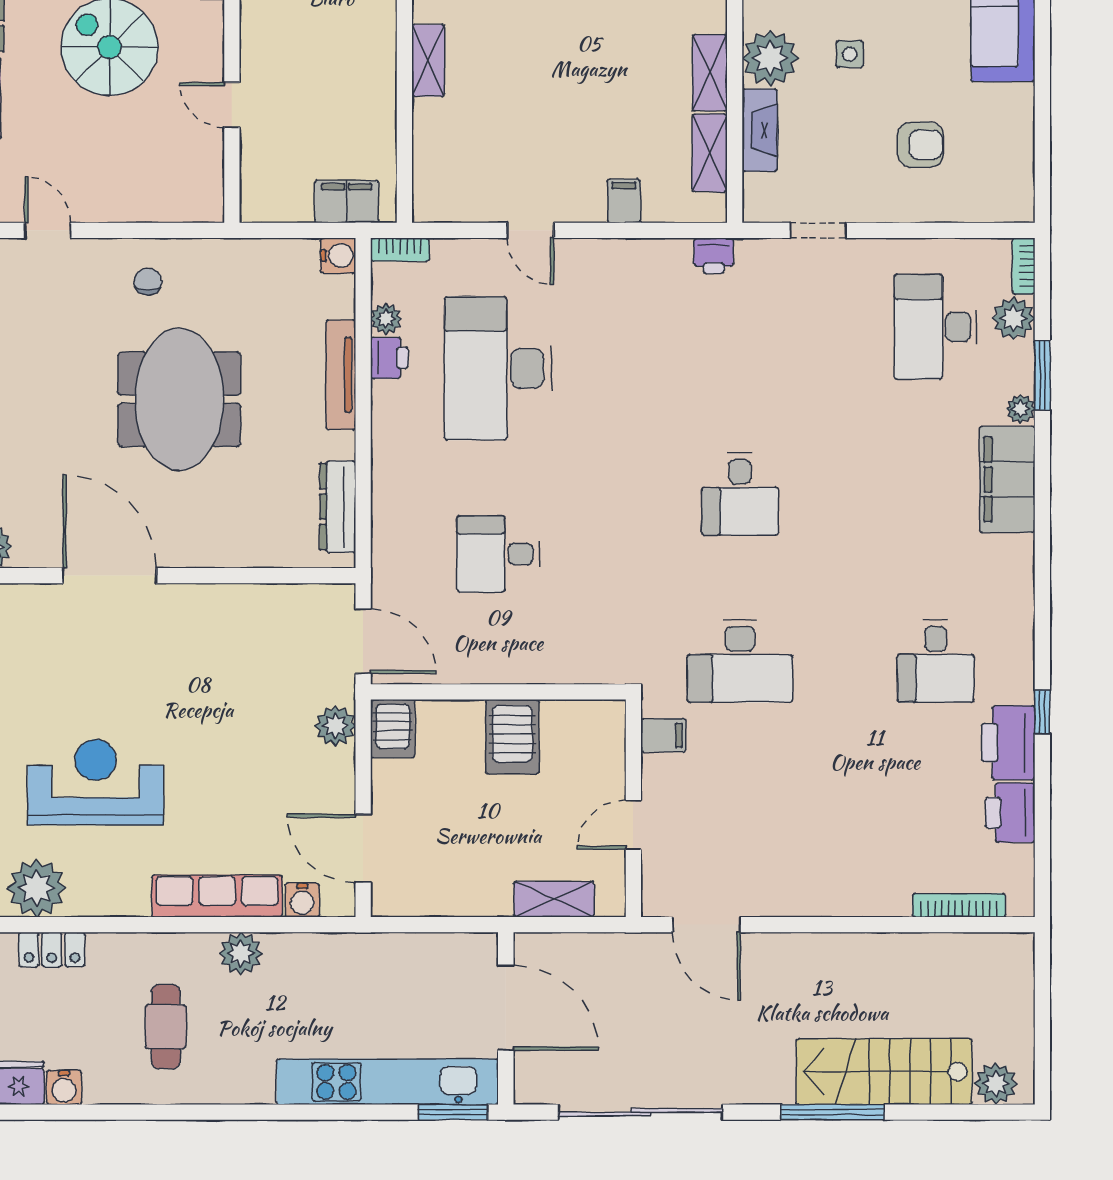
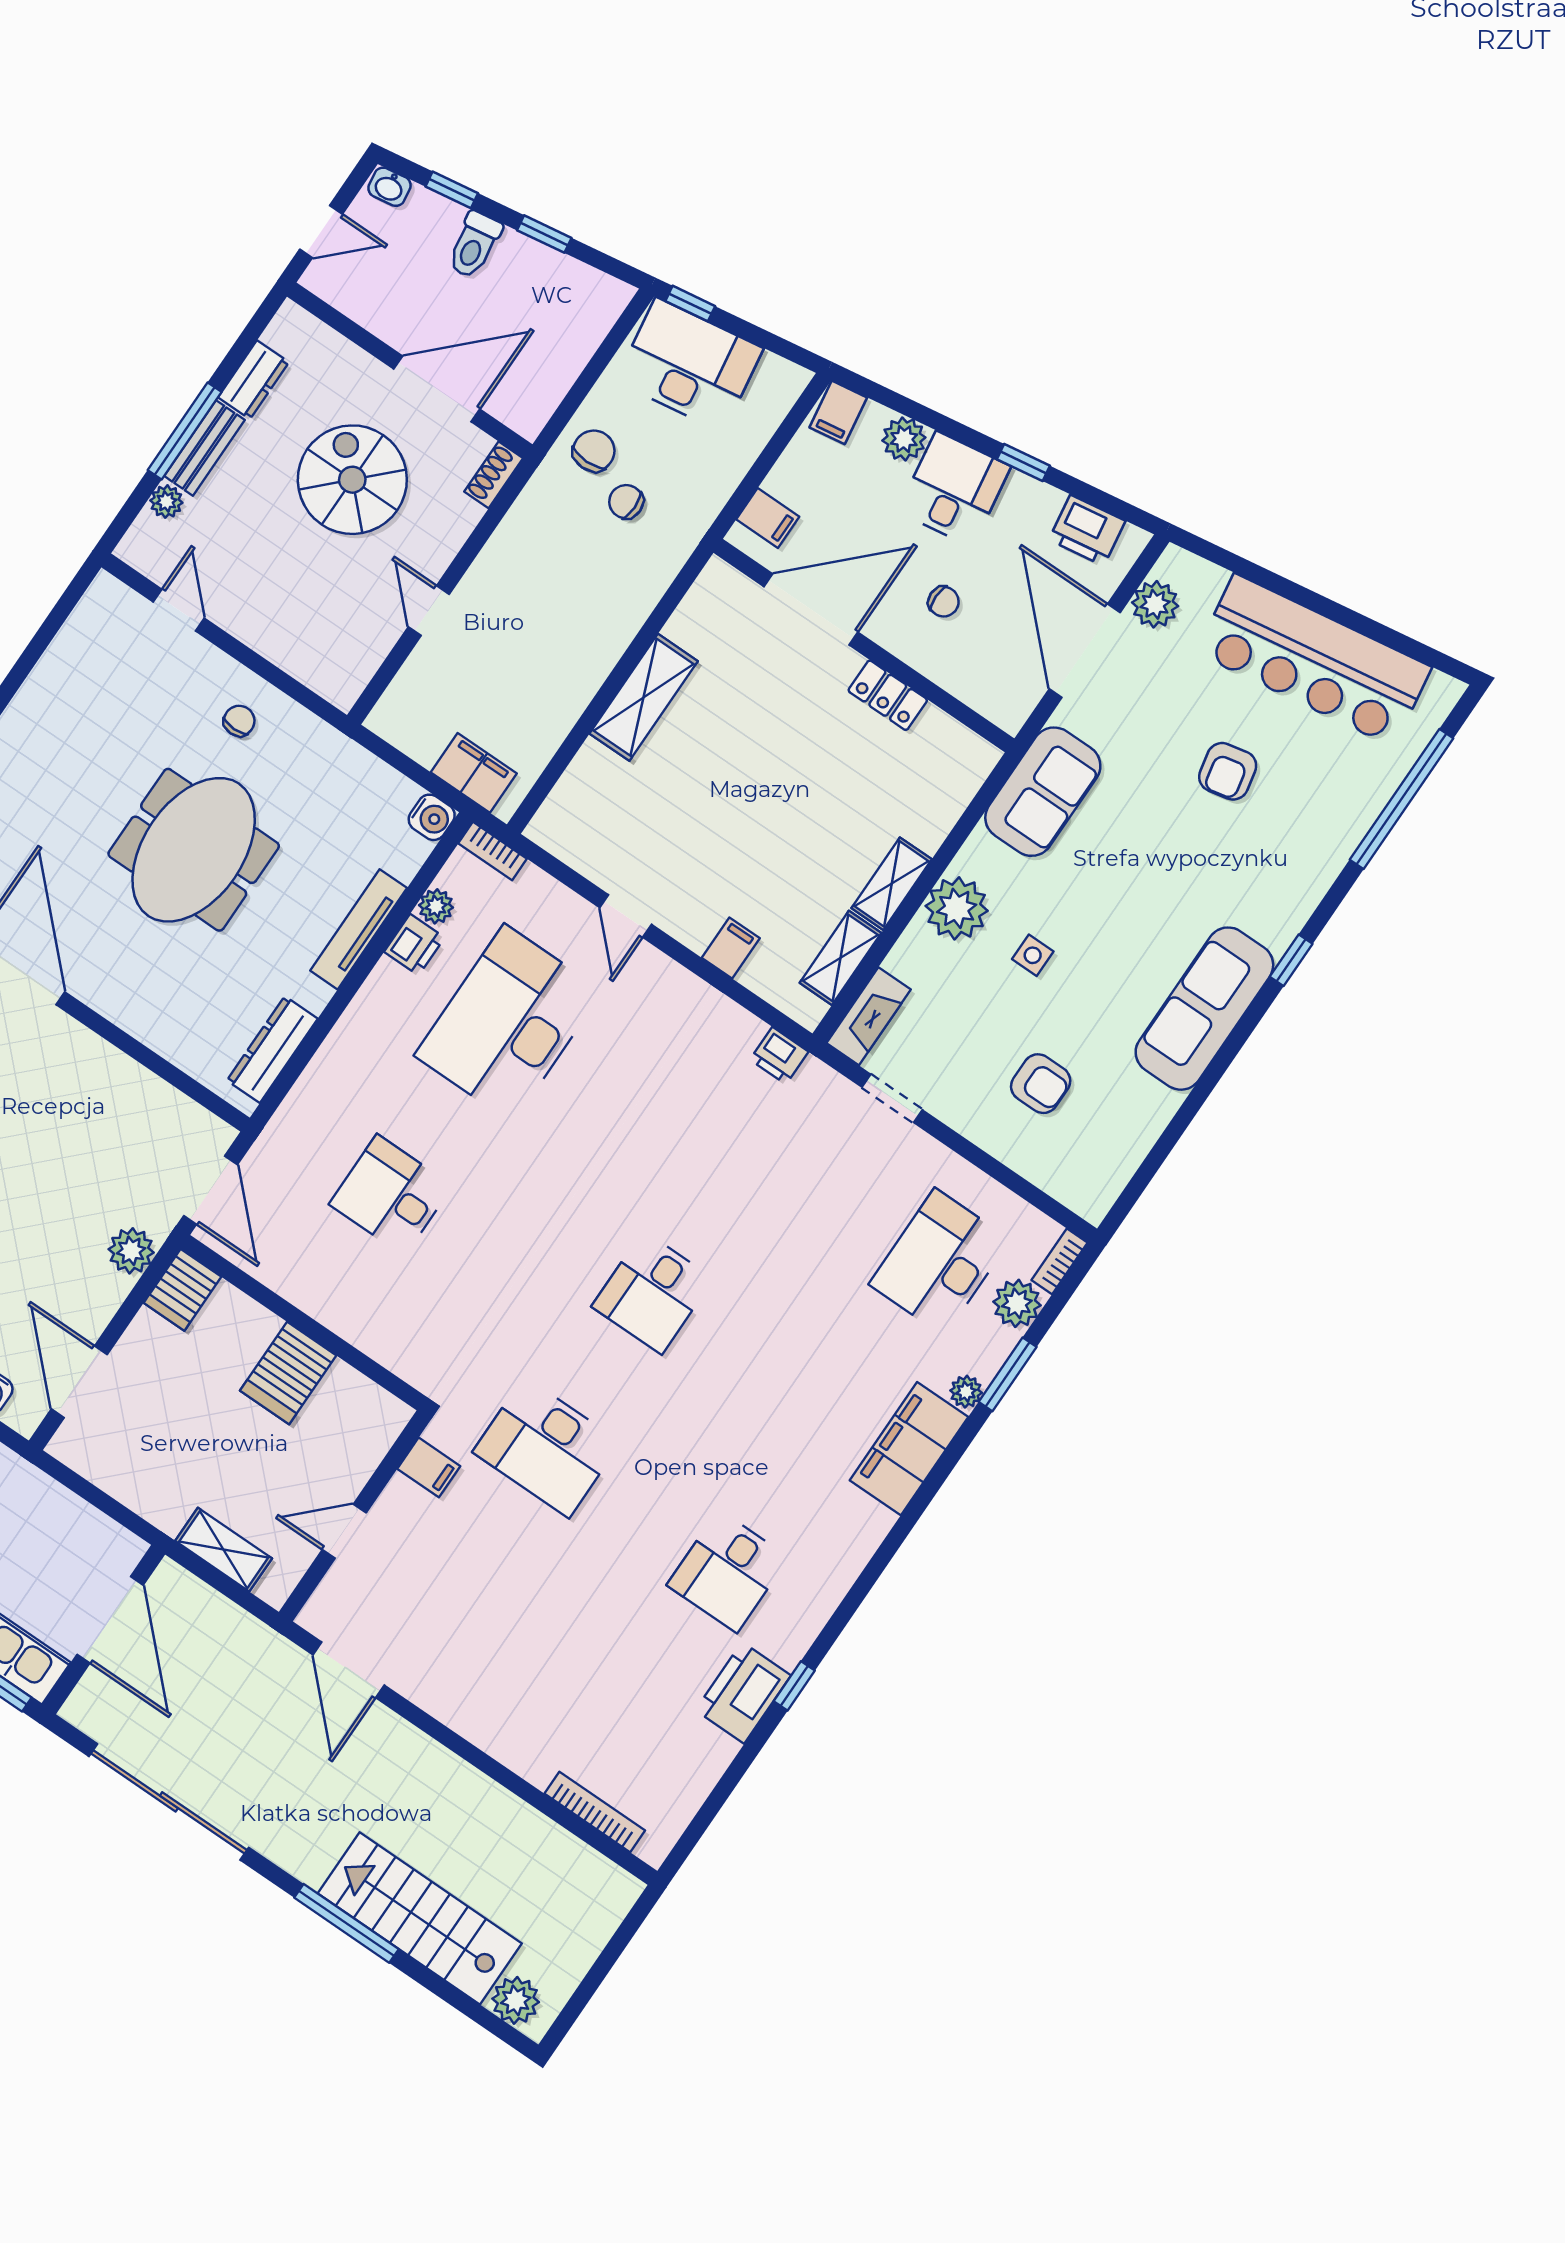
shelving: (428, 60) -> (644, 697), width x1.50, depth x1.33
fireplace: (760, 130) -> (869, 1016), moved
printer: (1010, 813) -> (701, 1759), removed

